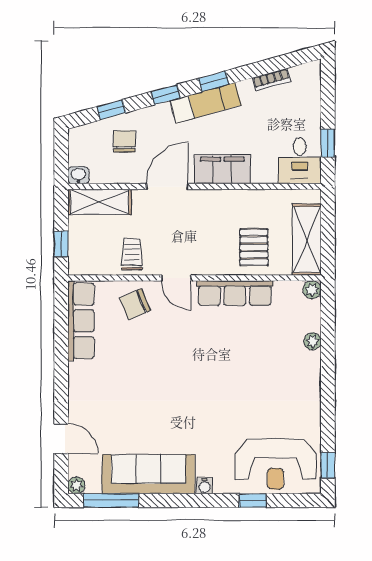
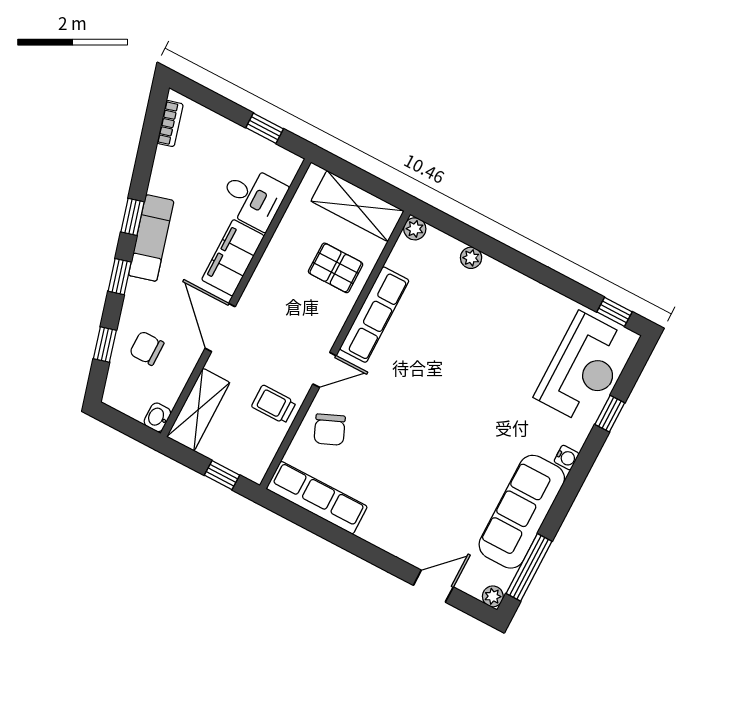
bookcase: (271, 80) -> (170, 124), moved
desk: (300, 161) -> (253, 197), moved

